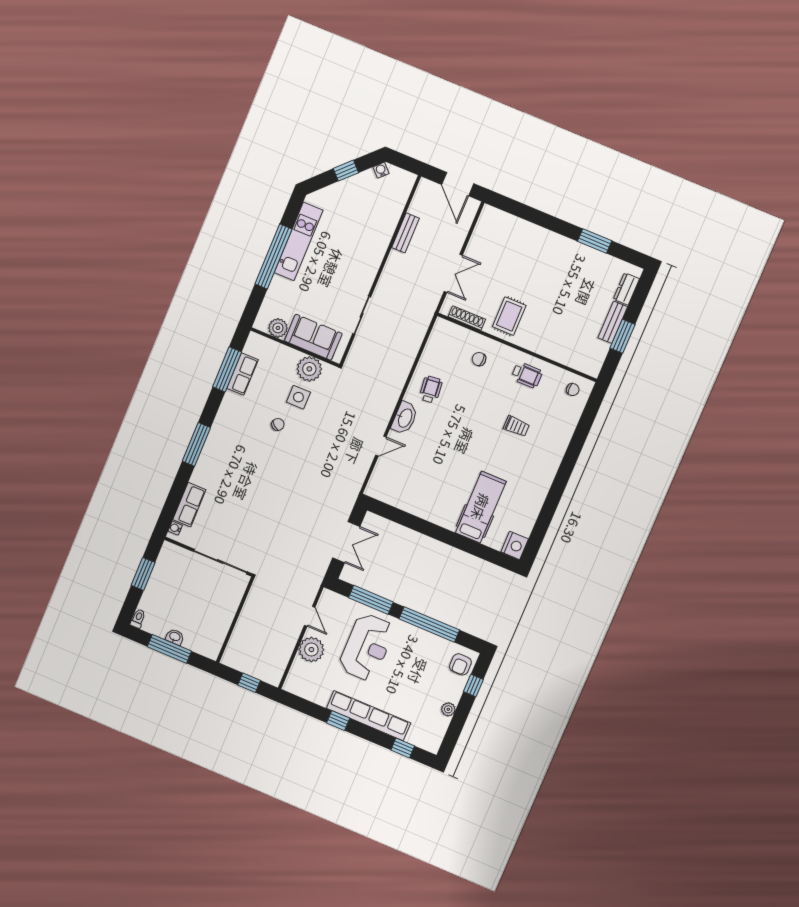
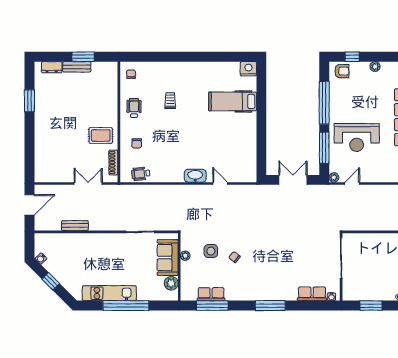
plant: (309, 369) -> (185, 256), width x0.53, depth x0.53
wheelchair: (431, 390) -> (141, 174), moved
reception desk: (367, 647) -> (357, 138), turned 180
plant: (311, 650) -> (334, 177), moved, width x0.53, depth x0.53

